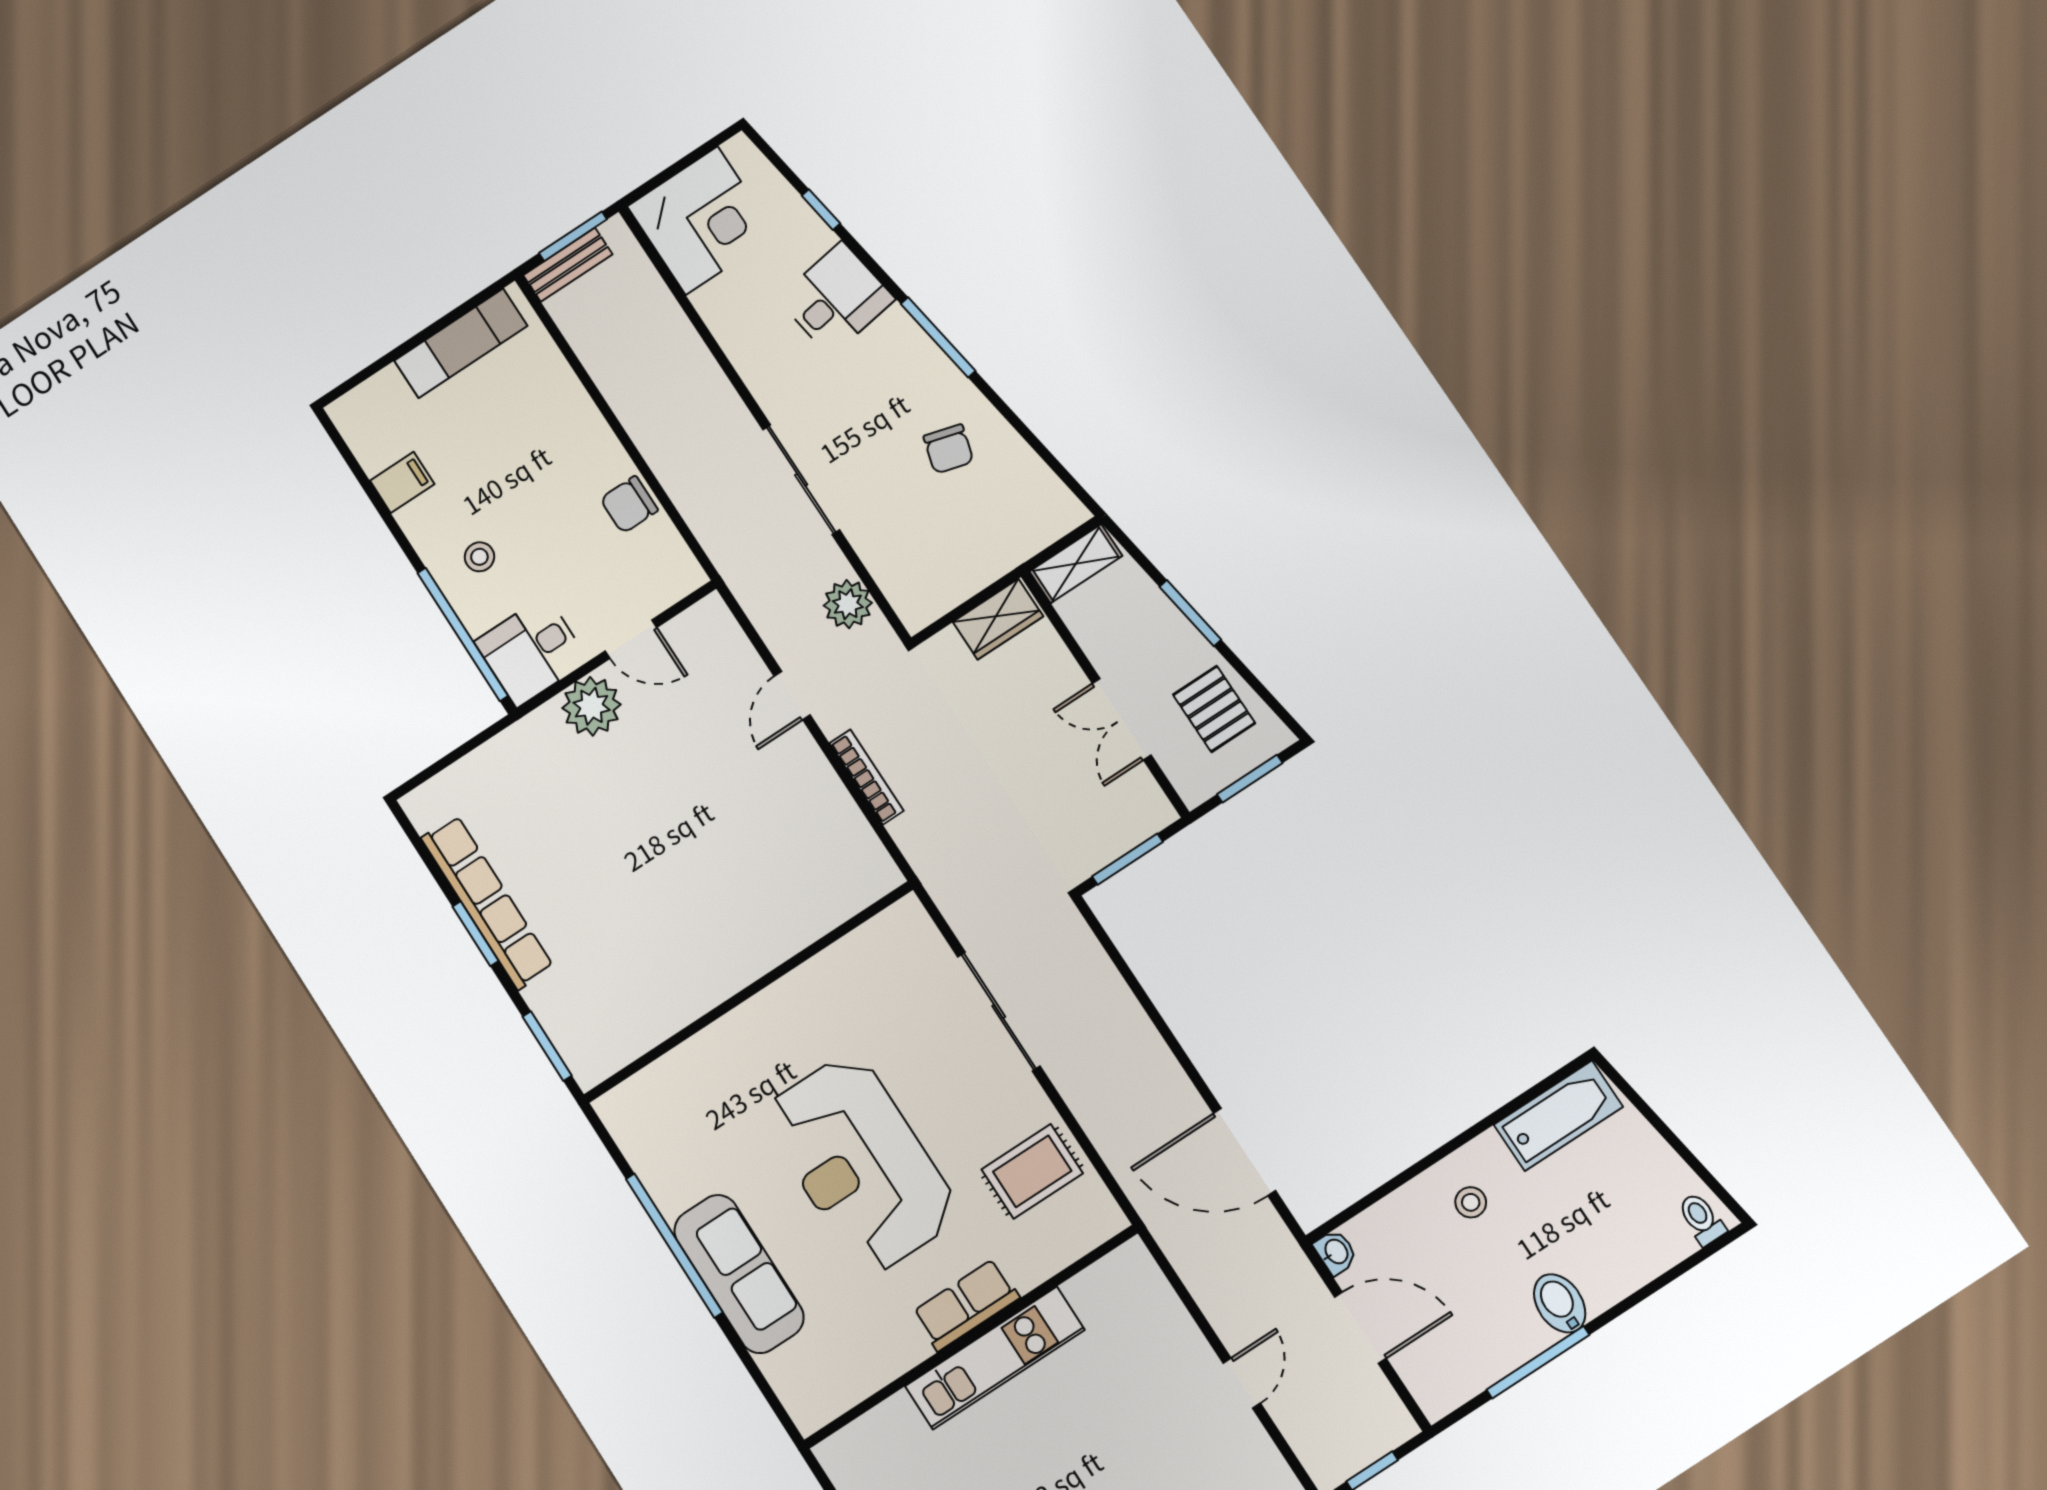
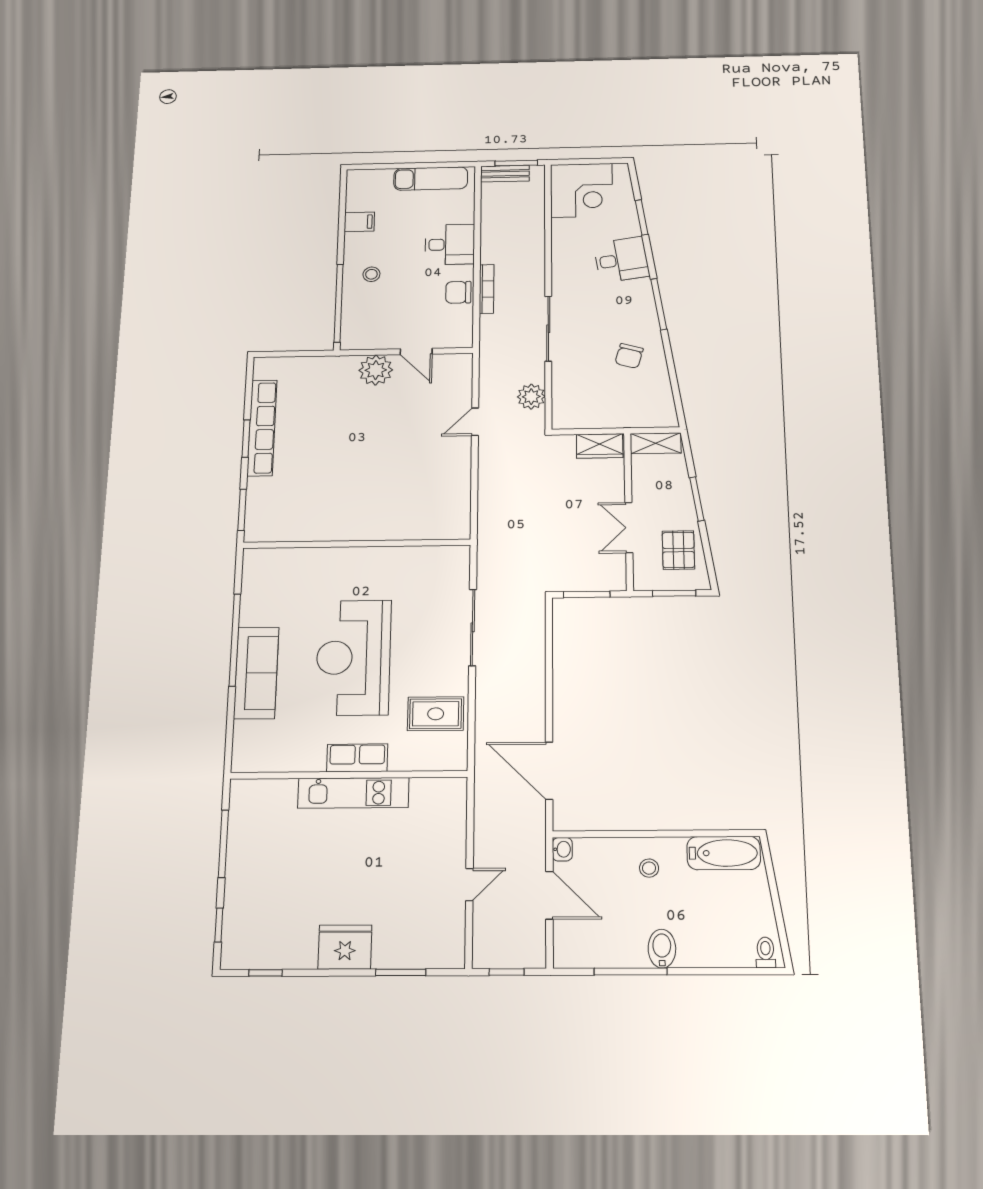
window: (821, 210) -> (642, 217), width x1.50
desk: (531, 651) -> (450, 244), moved, turned 180
bookcase: (867, 777) -> (487, 289), moved

